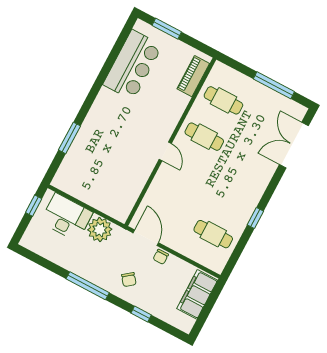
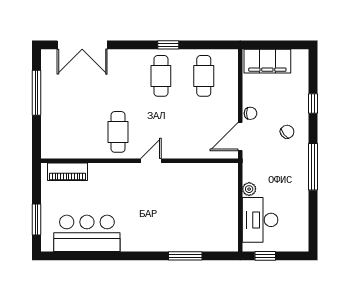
cafe table: (223, 100) -> (161, 76), moved
plant: (100, 230) -> (249, 189), width x0.53, depth x0.53

